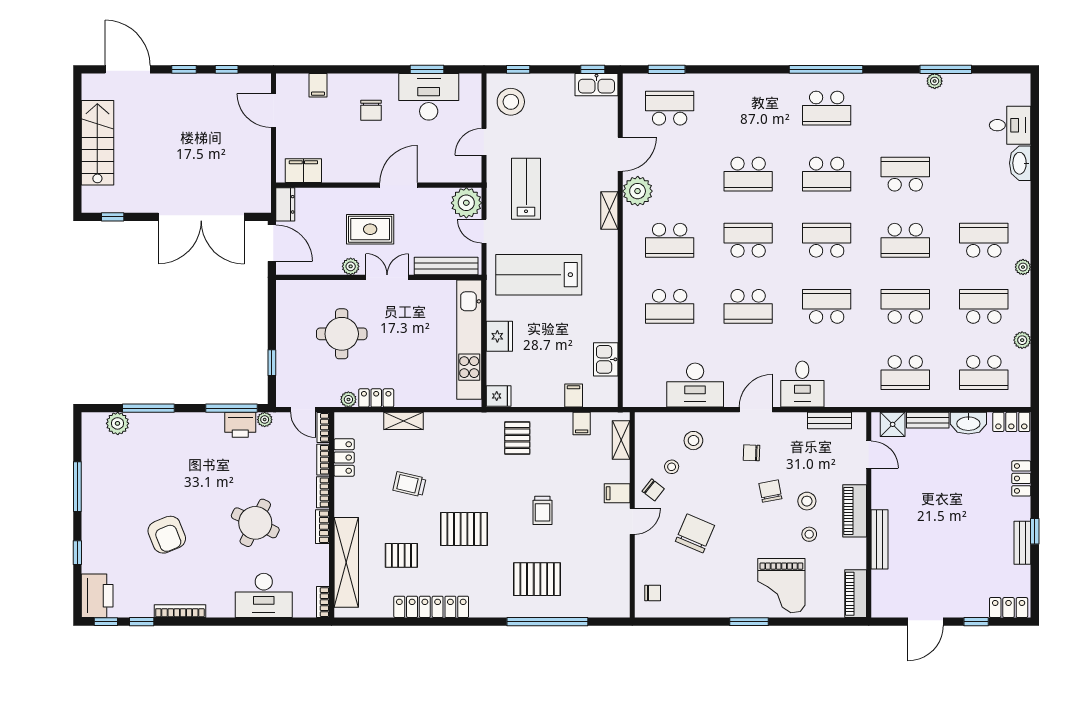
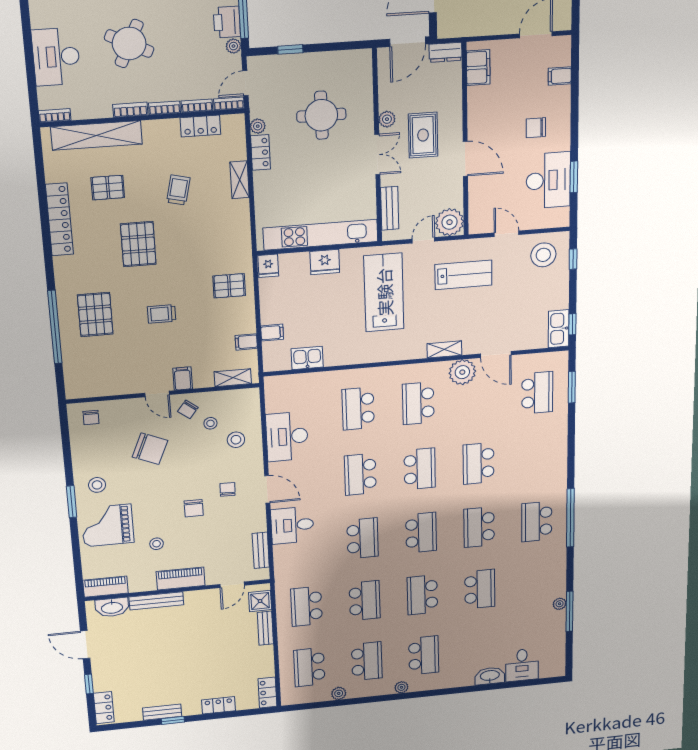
bench: (446, 266) -> (390, 208), width x0.73
washbasin: (968, 423) -> (112, 607), moved, turned -90
chair: (770, 491) -> (194, 508), turned 101
stool: (807, 501) -> (97, 485), moved
pallet: (401, 555) -> (108, 188), turned 90

